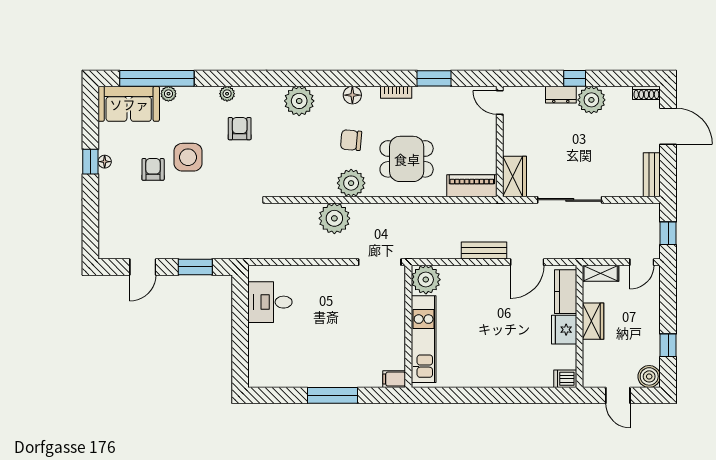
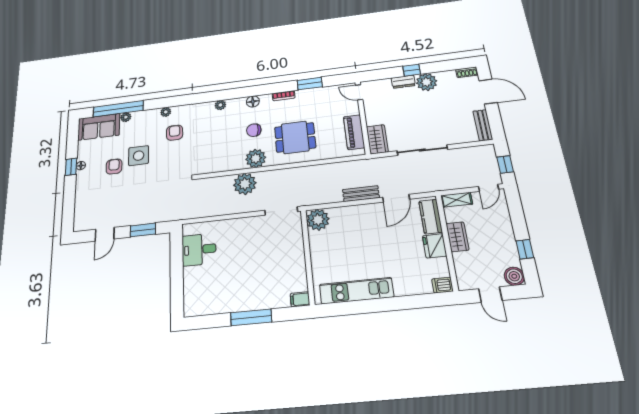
plant: (299, 101) -> (220, 105), width x0.53, depth x0.53
piano: (472, 186) -> (354, 132), moved, turned -90
kitchen unit: (424, 339) -> (356, 291), moved, turned -90

